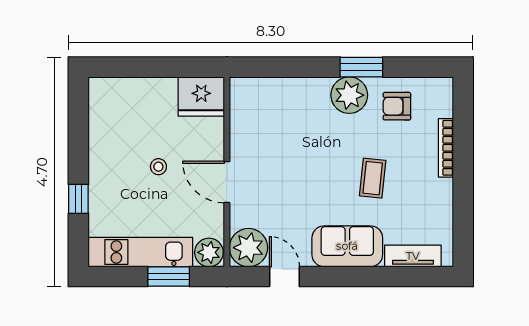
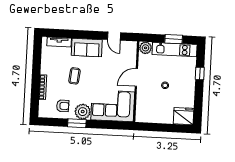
fridge: (201, 96) -> (184, 116), moved
corner sofa: (279, 112) -> (113, 106), added
door: (227, 182) -> (136, 77), swing flipped
plant: (249, 248) -> (129, 49), removed
window: (169, 276) -> (174, 39), moved

